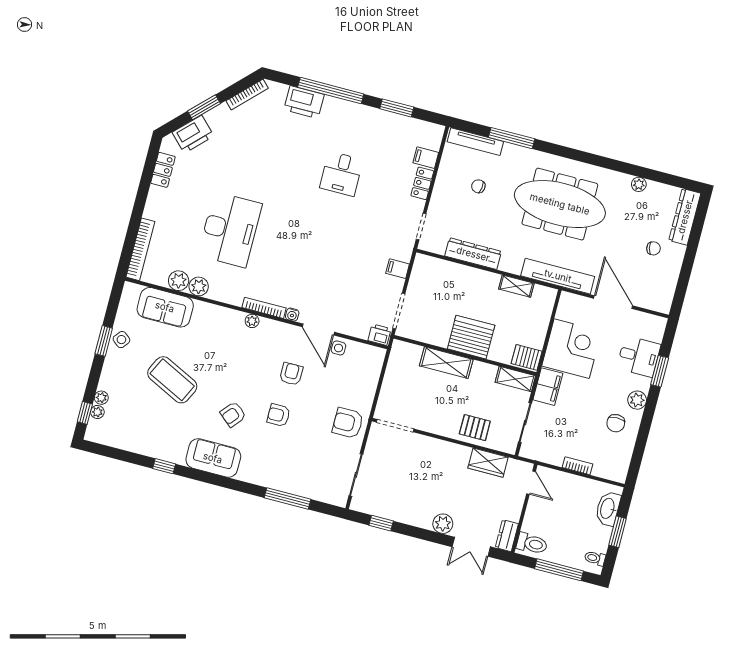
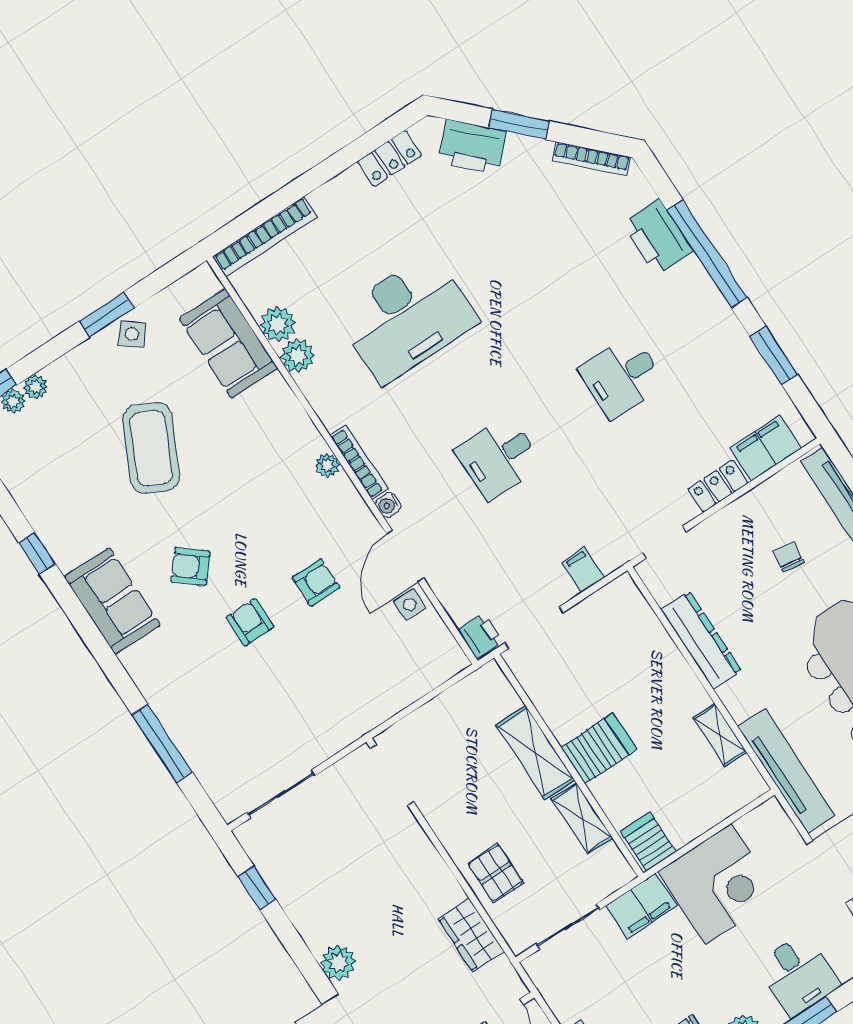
filing cabinet: (426, 158) -> (765, 448), width x2.00
desk: (320, 253) -> (499, 458), added
server rack: (471, 337) -> (599, 748), width x0.62
shelving: (515, 379) -> (582, 818), moved
armchair: (348, 423) -> (333, 715), removed

